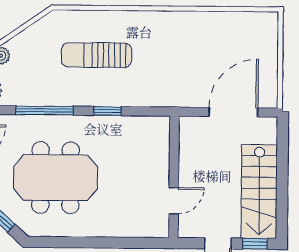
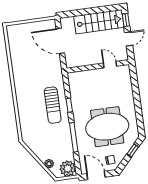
sun lounger: (96, 55) -> (53, 105), moved
meeting table: (55, 178) -> (107, 127), turned 90

